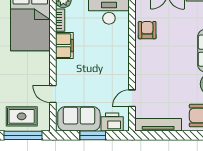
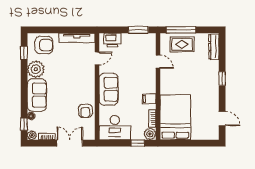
filing cabinet: (64, 46) -> (149, 99), width x0.50
sofa: (79, 119) -> (109, 89), moved, turned -90
window: (93, 135) -> (138, 30), moved

